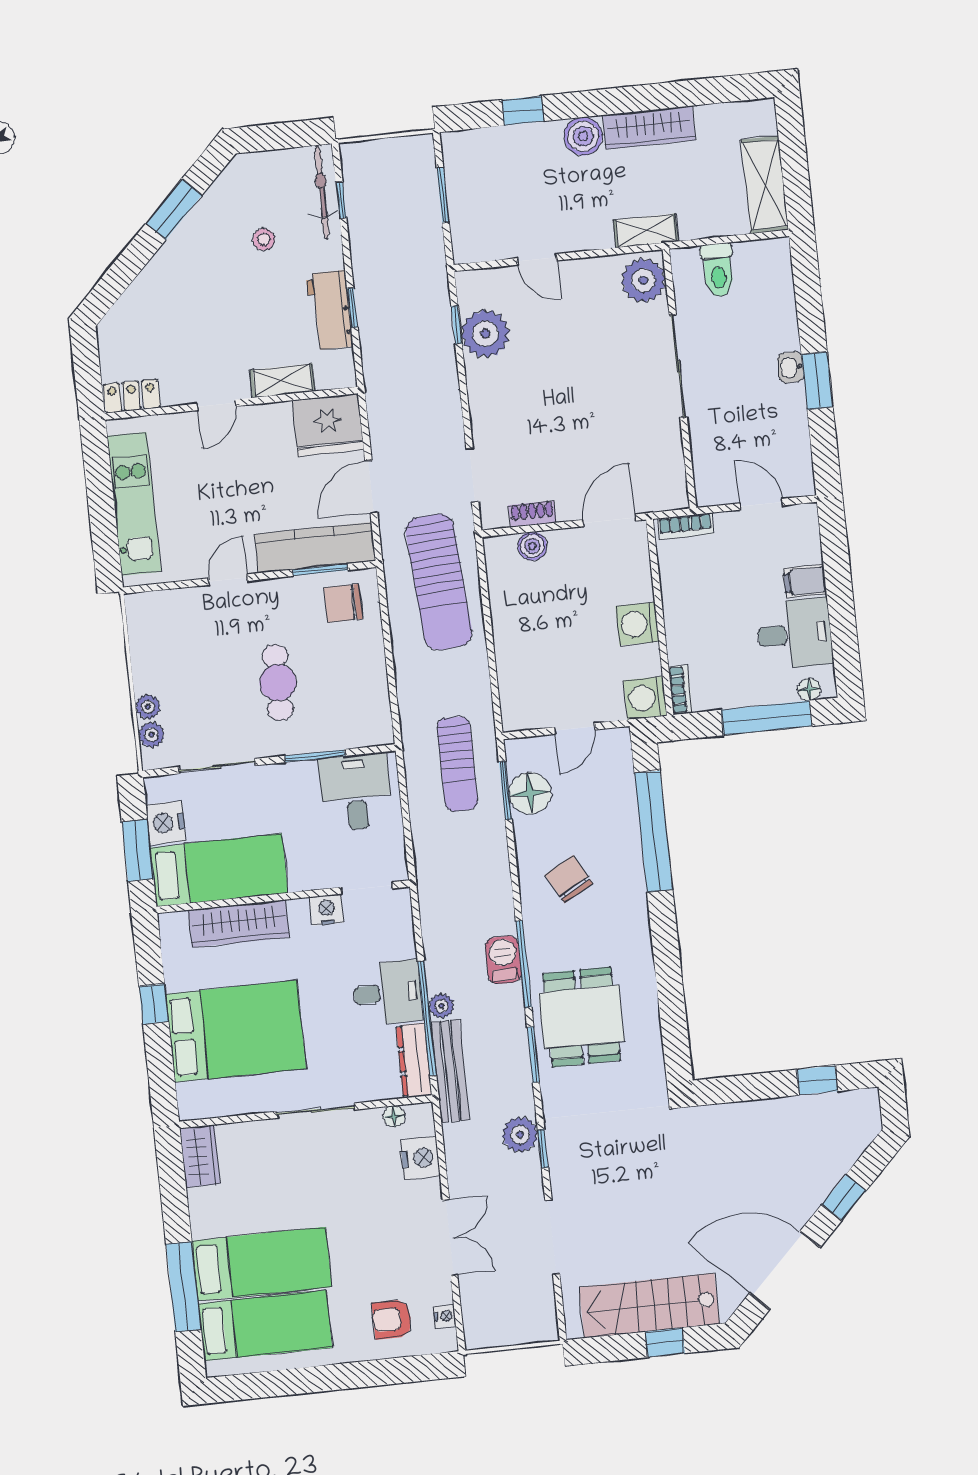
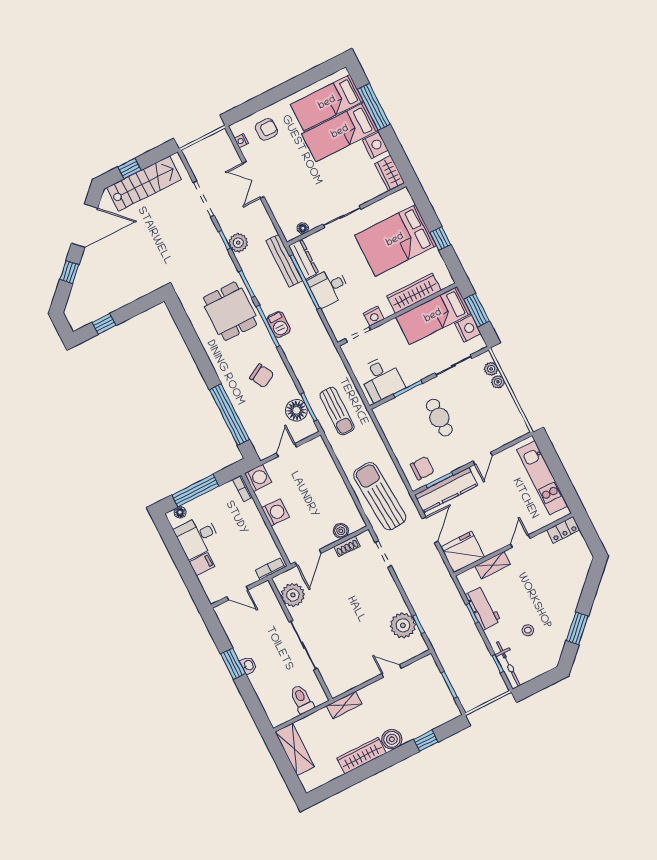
plant: (643, 280) -> (293, 595), moved
sun lounger: (457, 764) -> (337, 411), turned 180
plant: (442, 1006) -> (300, 291), removed
nightstand: (420, 1158) -> (375, 145), moved, turned 180

